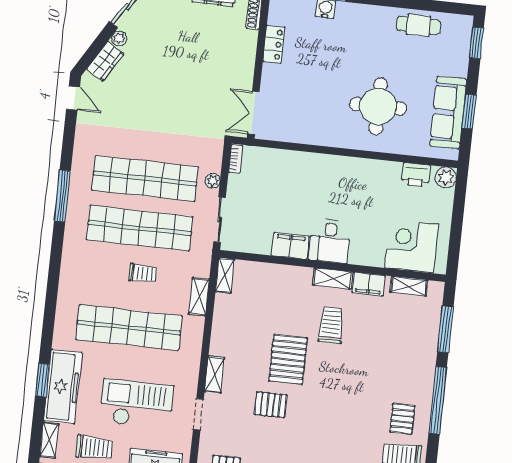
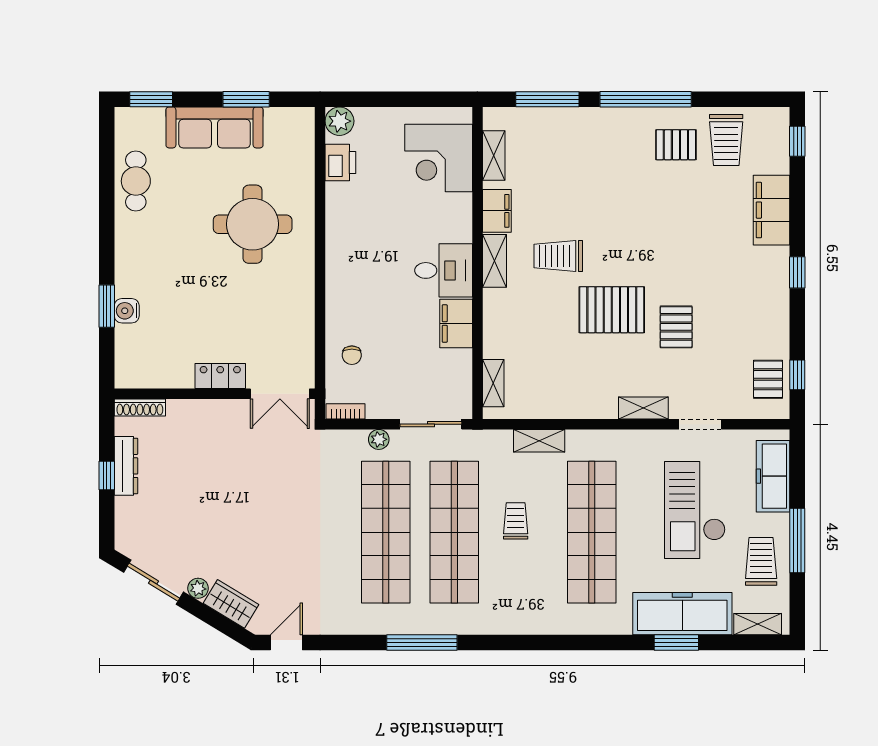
locker: (274, 44) -> (220, 376), moved
sofa: (448, 113) -> (215, 127), moved
chair: (276, 168) -> (352, 355), added
shelving: (225, 275) -> (493, 383), moved, turned 90

